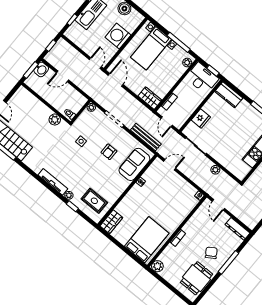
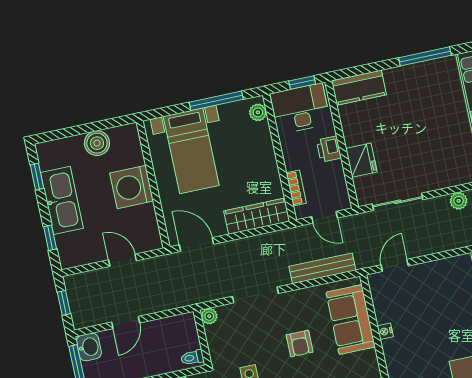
door: (95, 63) -> (123, 260), moved
wardrobe: (150, 98) -> (257, 216), width x1.50
printer: (195, 102) -> (329, 149), added

